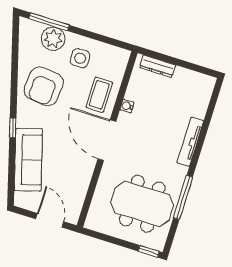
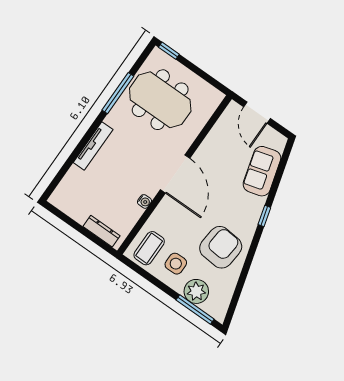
coffee table: (99, 95) -> (149, 248), moved
sofa: (28, 160) -> (262, 171), width x0.73

